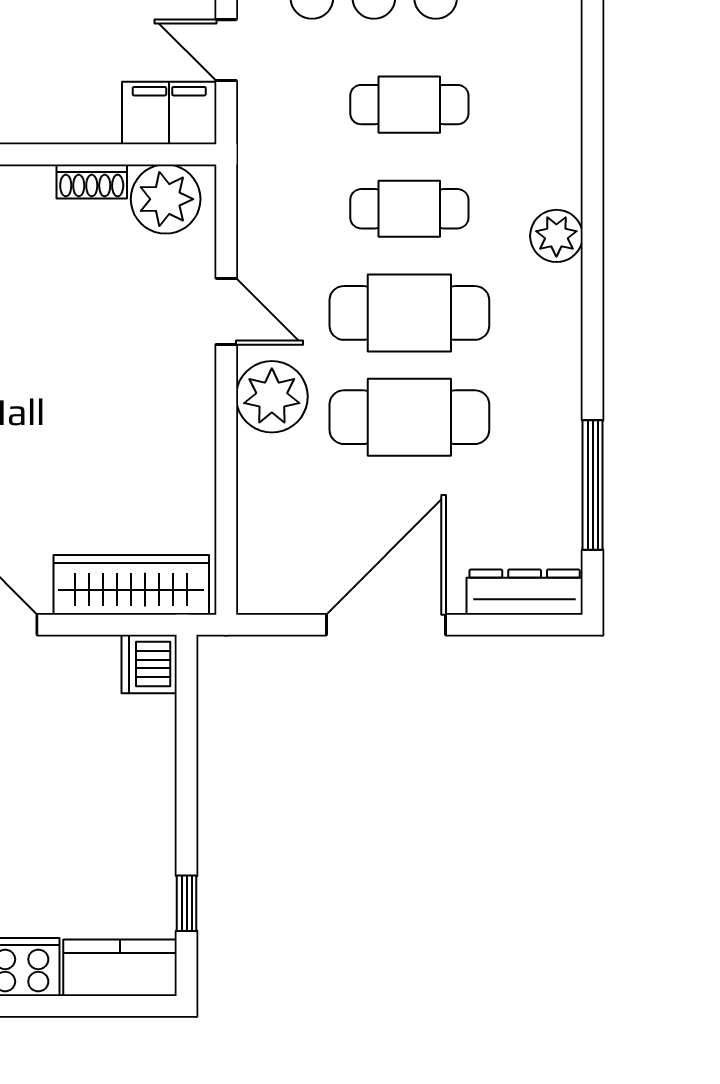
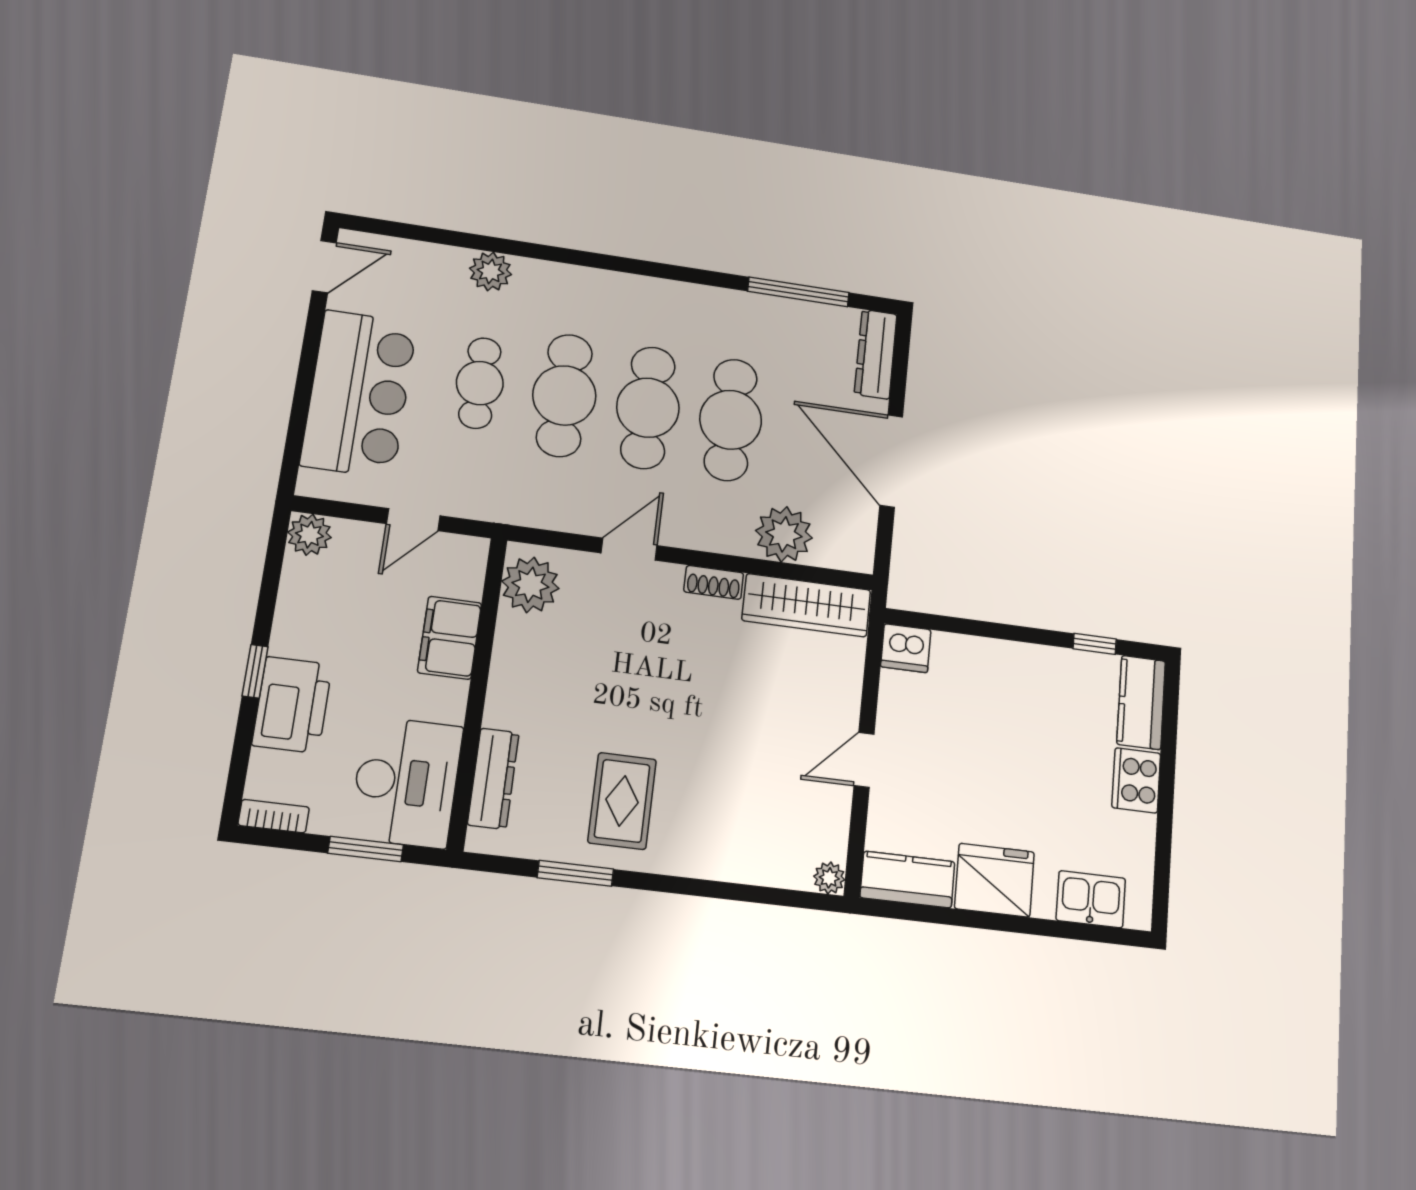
filing cabinet: (169, 113) -> (450, 638), moved
shoe rack: (92, 181) -> (714, 582), moved, turned 90
cafe table: (409, 209) -> (564, 395), width x1.37, depth x1.35
plant: (556, 236) -> (491, 271), moved
plant: (272, 397) -> (784, 534), moved
wardrobe: (131, 585) -> (806, 605), moved, turned -90

